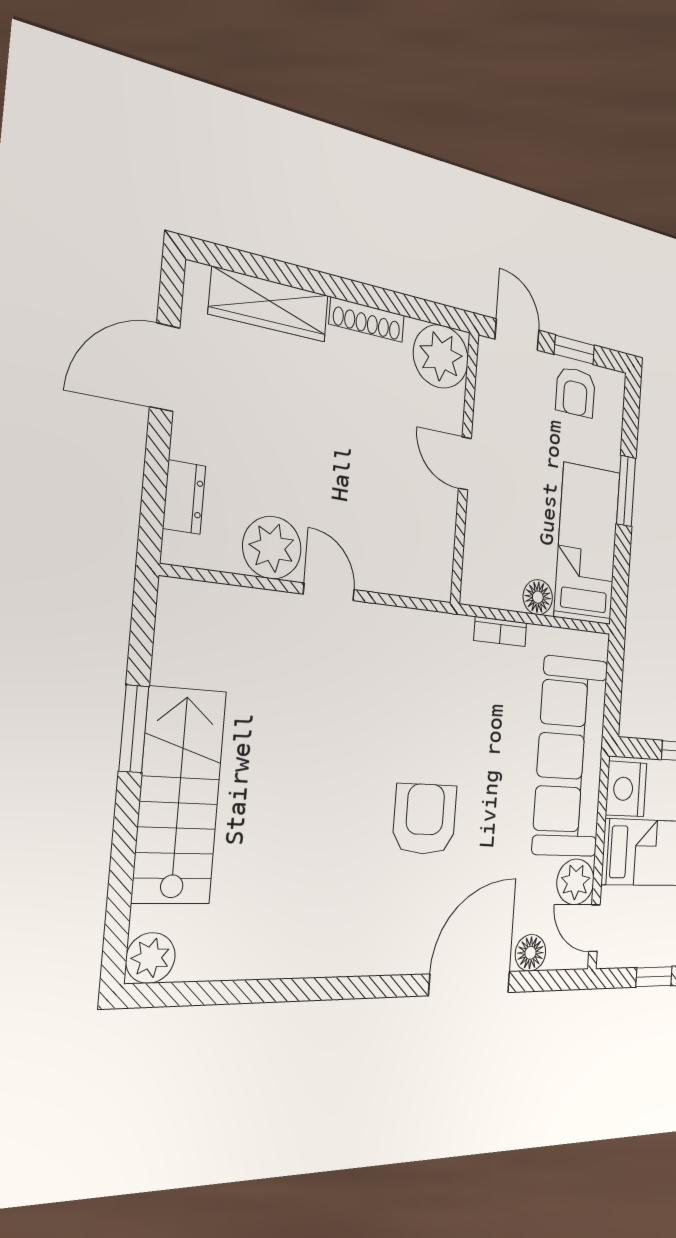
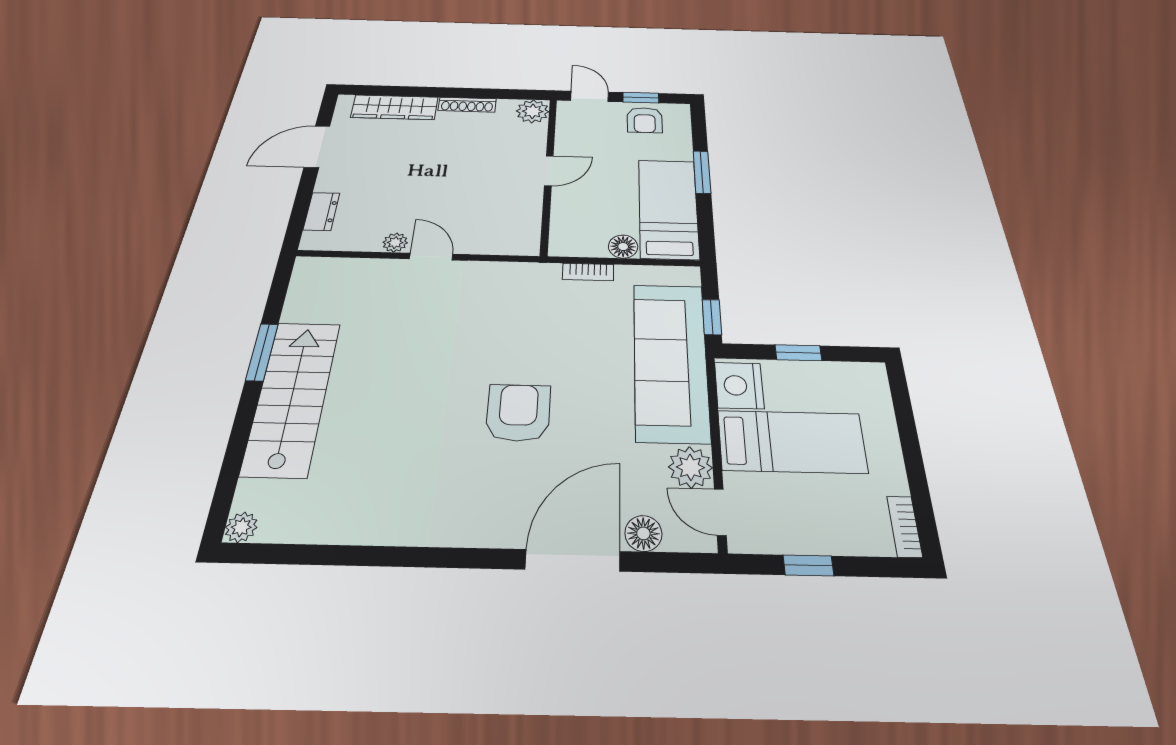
plant: (441, 356) -> (533, 111), width x0.73, depth x0.73
door: (465, 463) -> (549, 171), swing flipped
plant: (272, 548) -> (395, 243), width x0.53, depth x0.53
window: (613, 703) -> (712, 317), added
plant: (151, 958) -> (241, 527), width x0.73, depth x0.73

